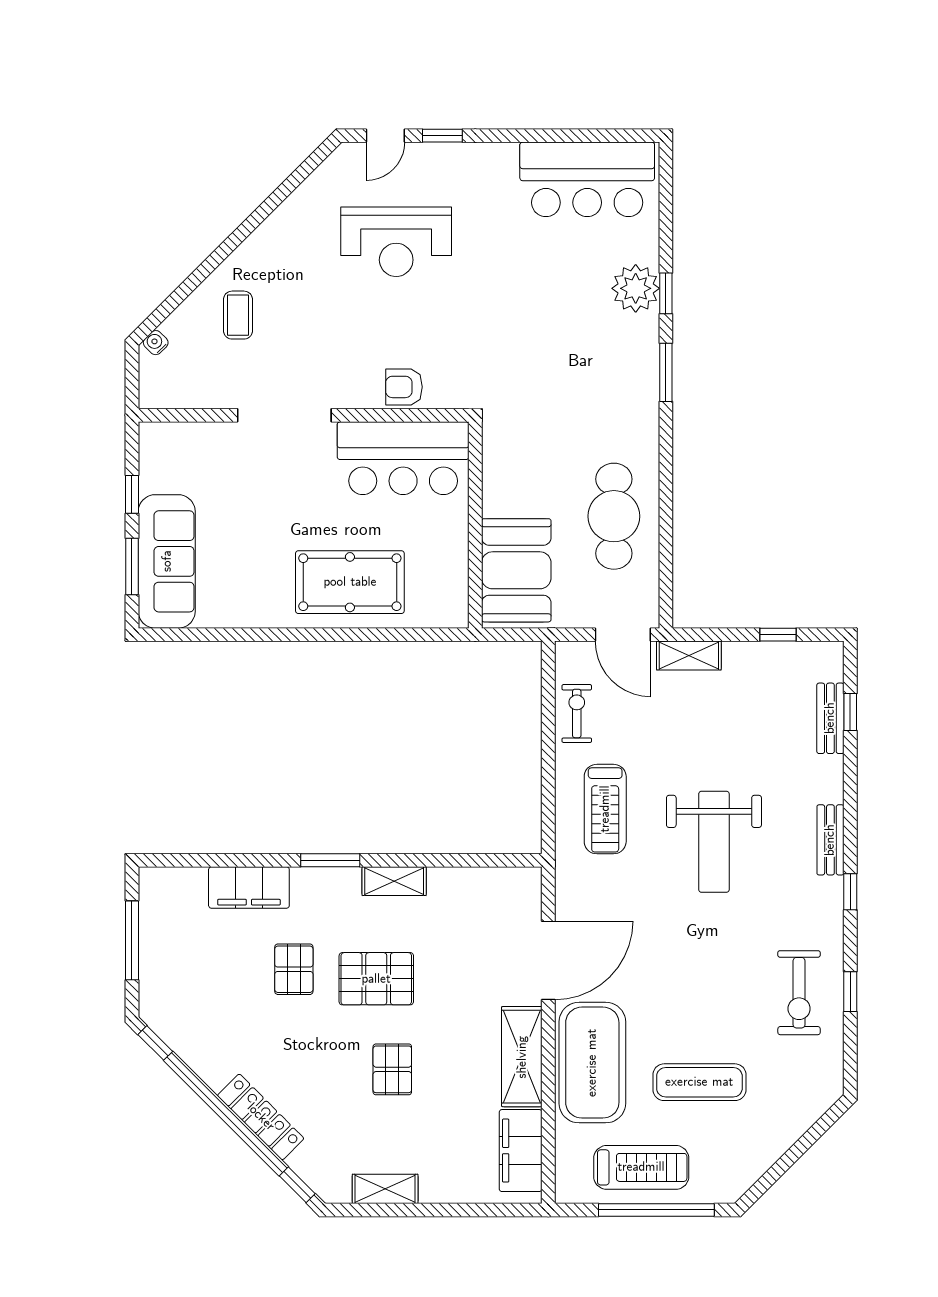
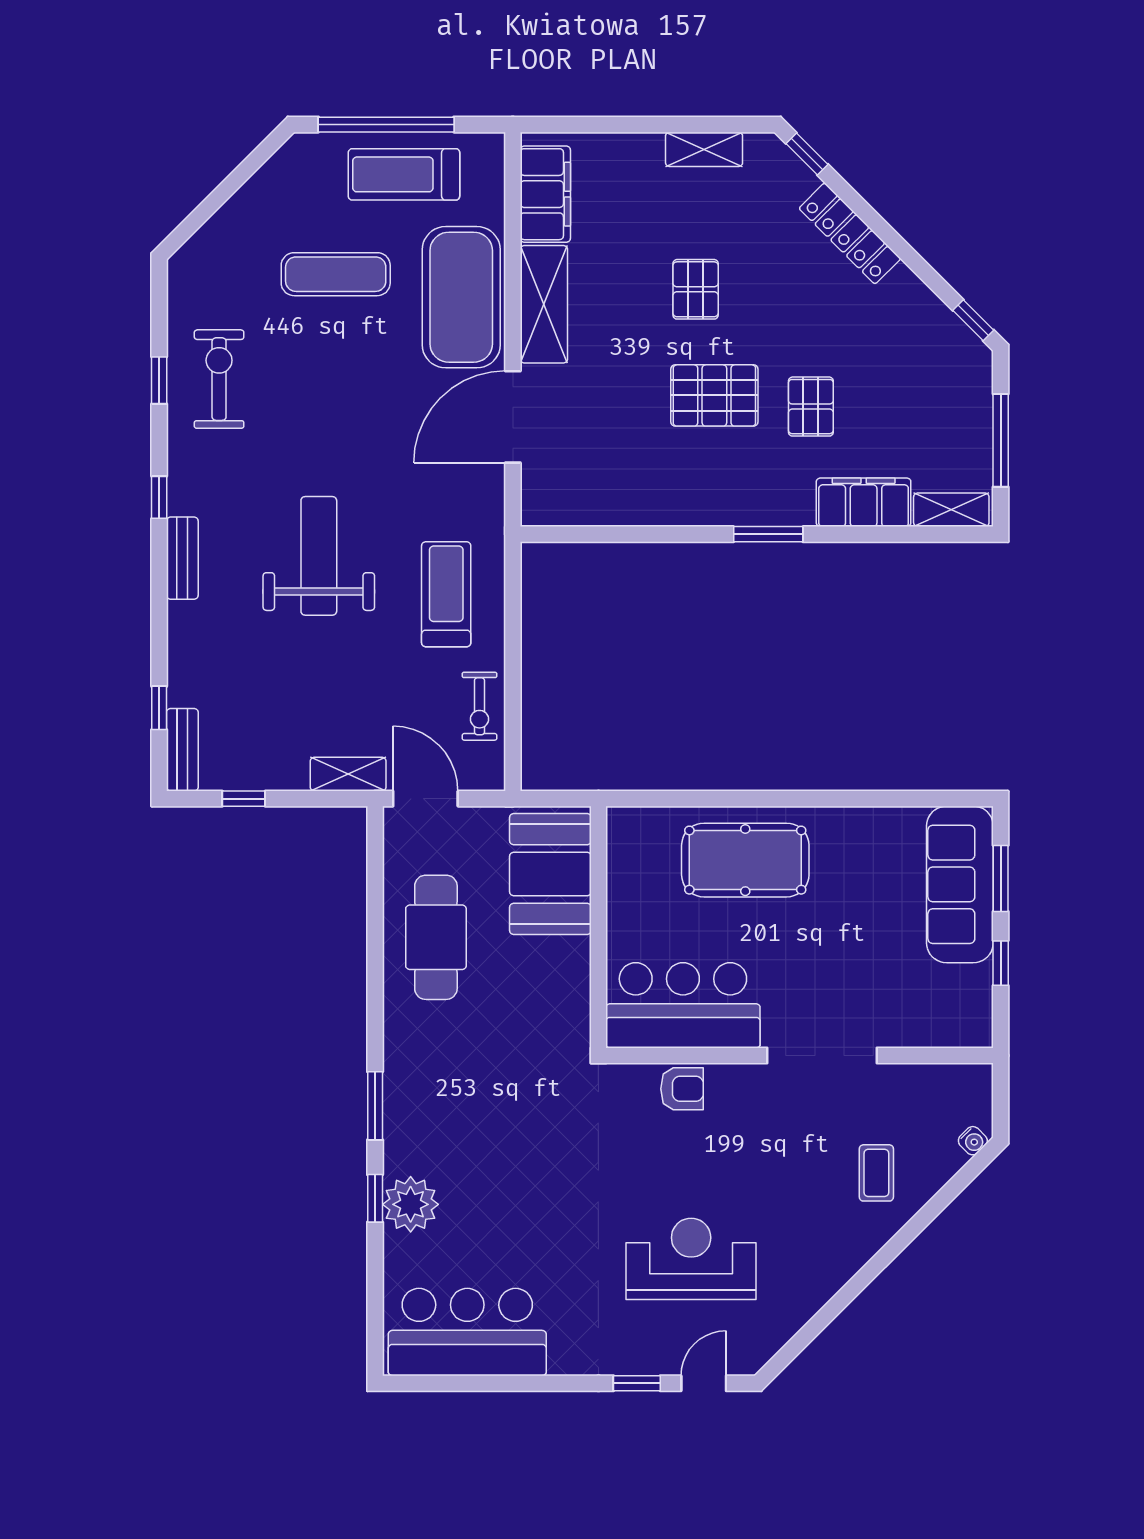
bench: (830, 718) -> (182, 750), moved
shelving: (394, 881) -> (951, 510), moved

